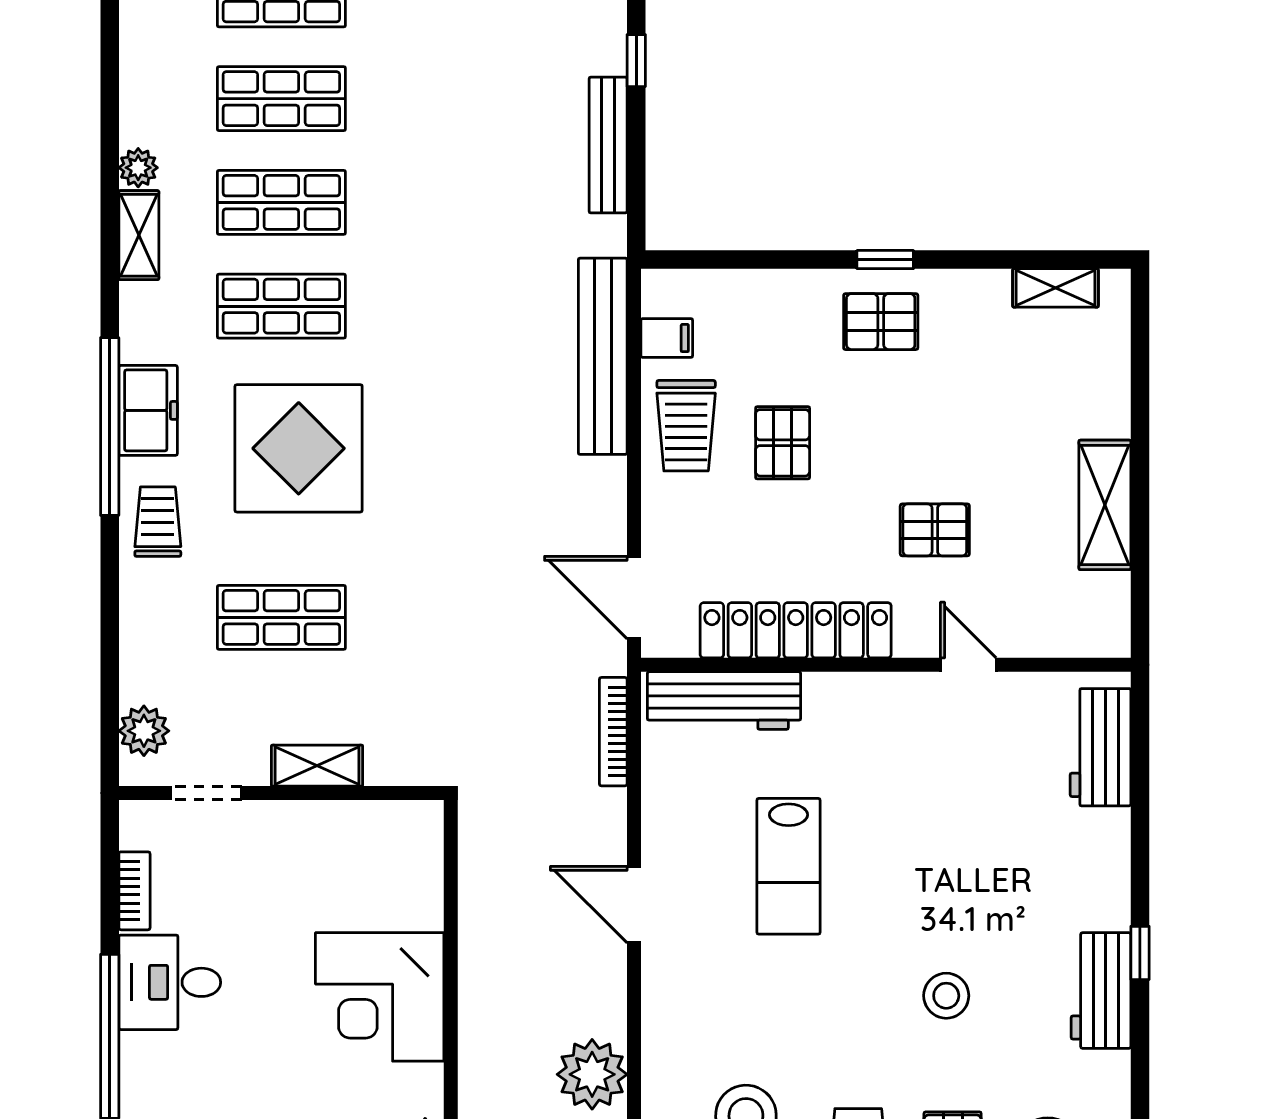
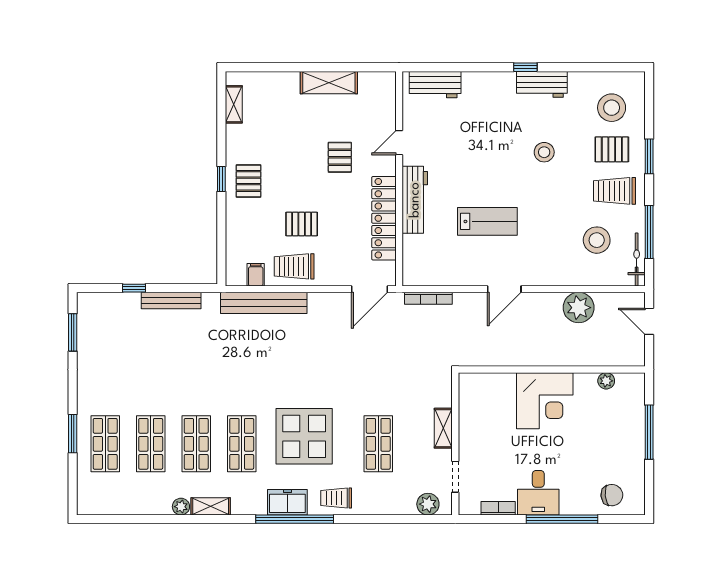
trolley: (686, 426) -> (294, 266), turned 180
workbench: (724, 701) -> (415, 200), moved

